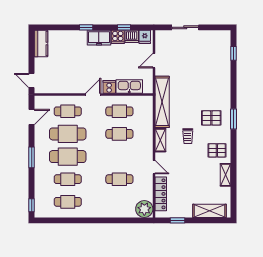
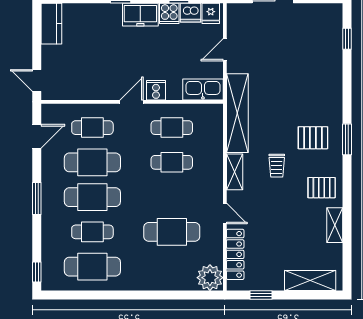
kitchen sink: (129, 86) -> (203, 89), moved
cafe table: (119, 179) -> (172, 232), width x1.37, depth x1.35
cafe table: (68, 202) -> (92, 267), width x1.37, depth x1.35

